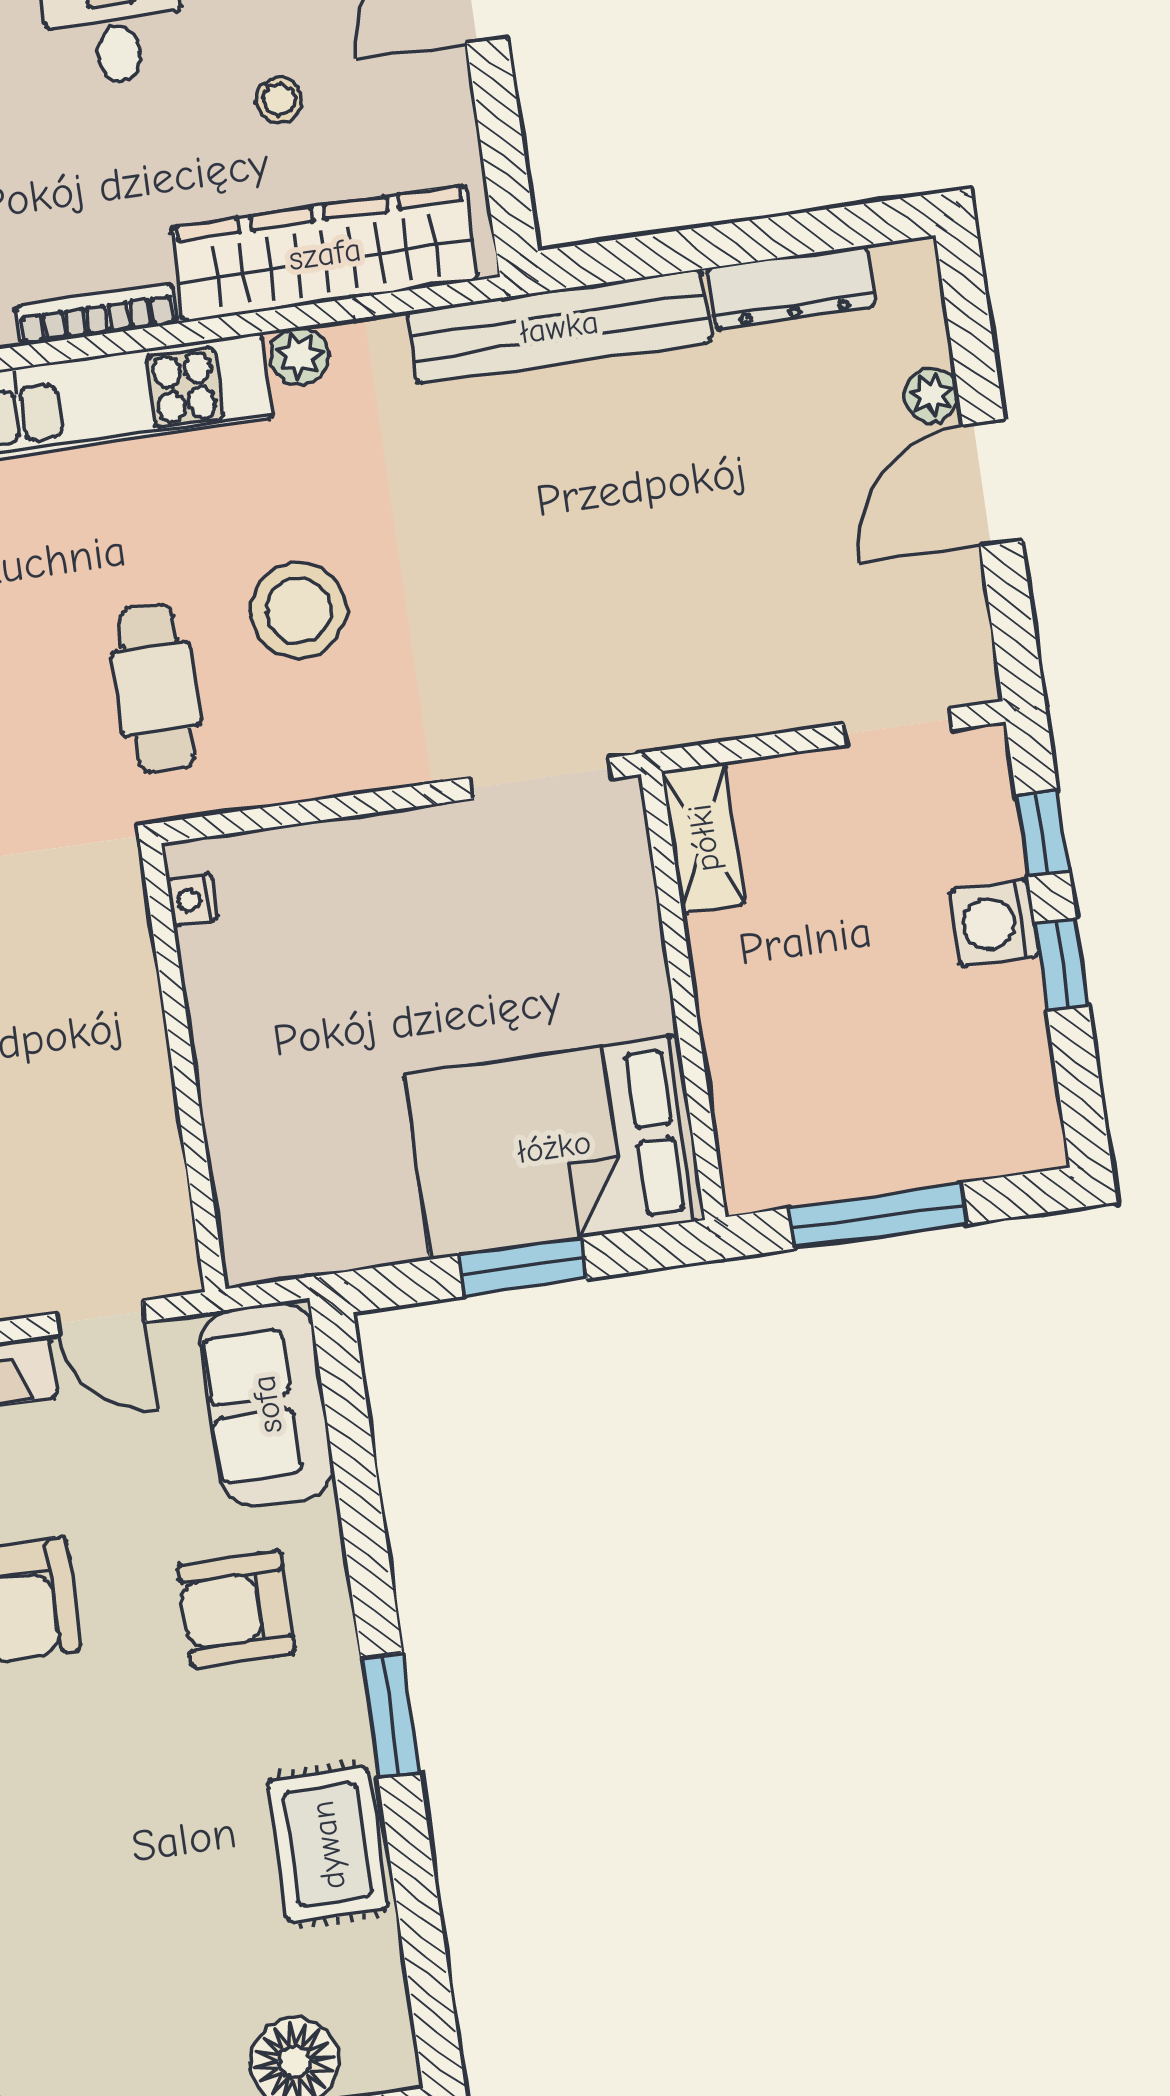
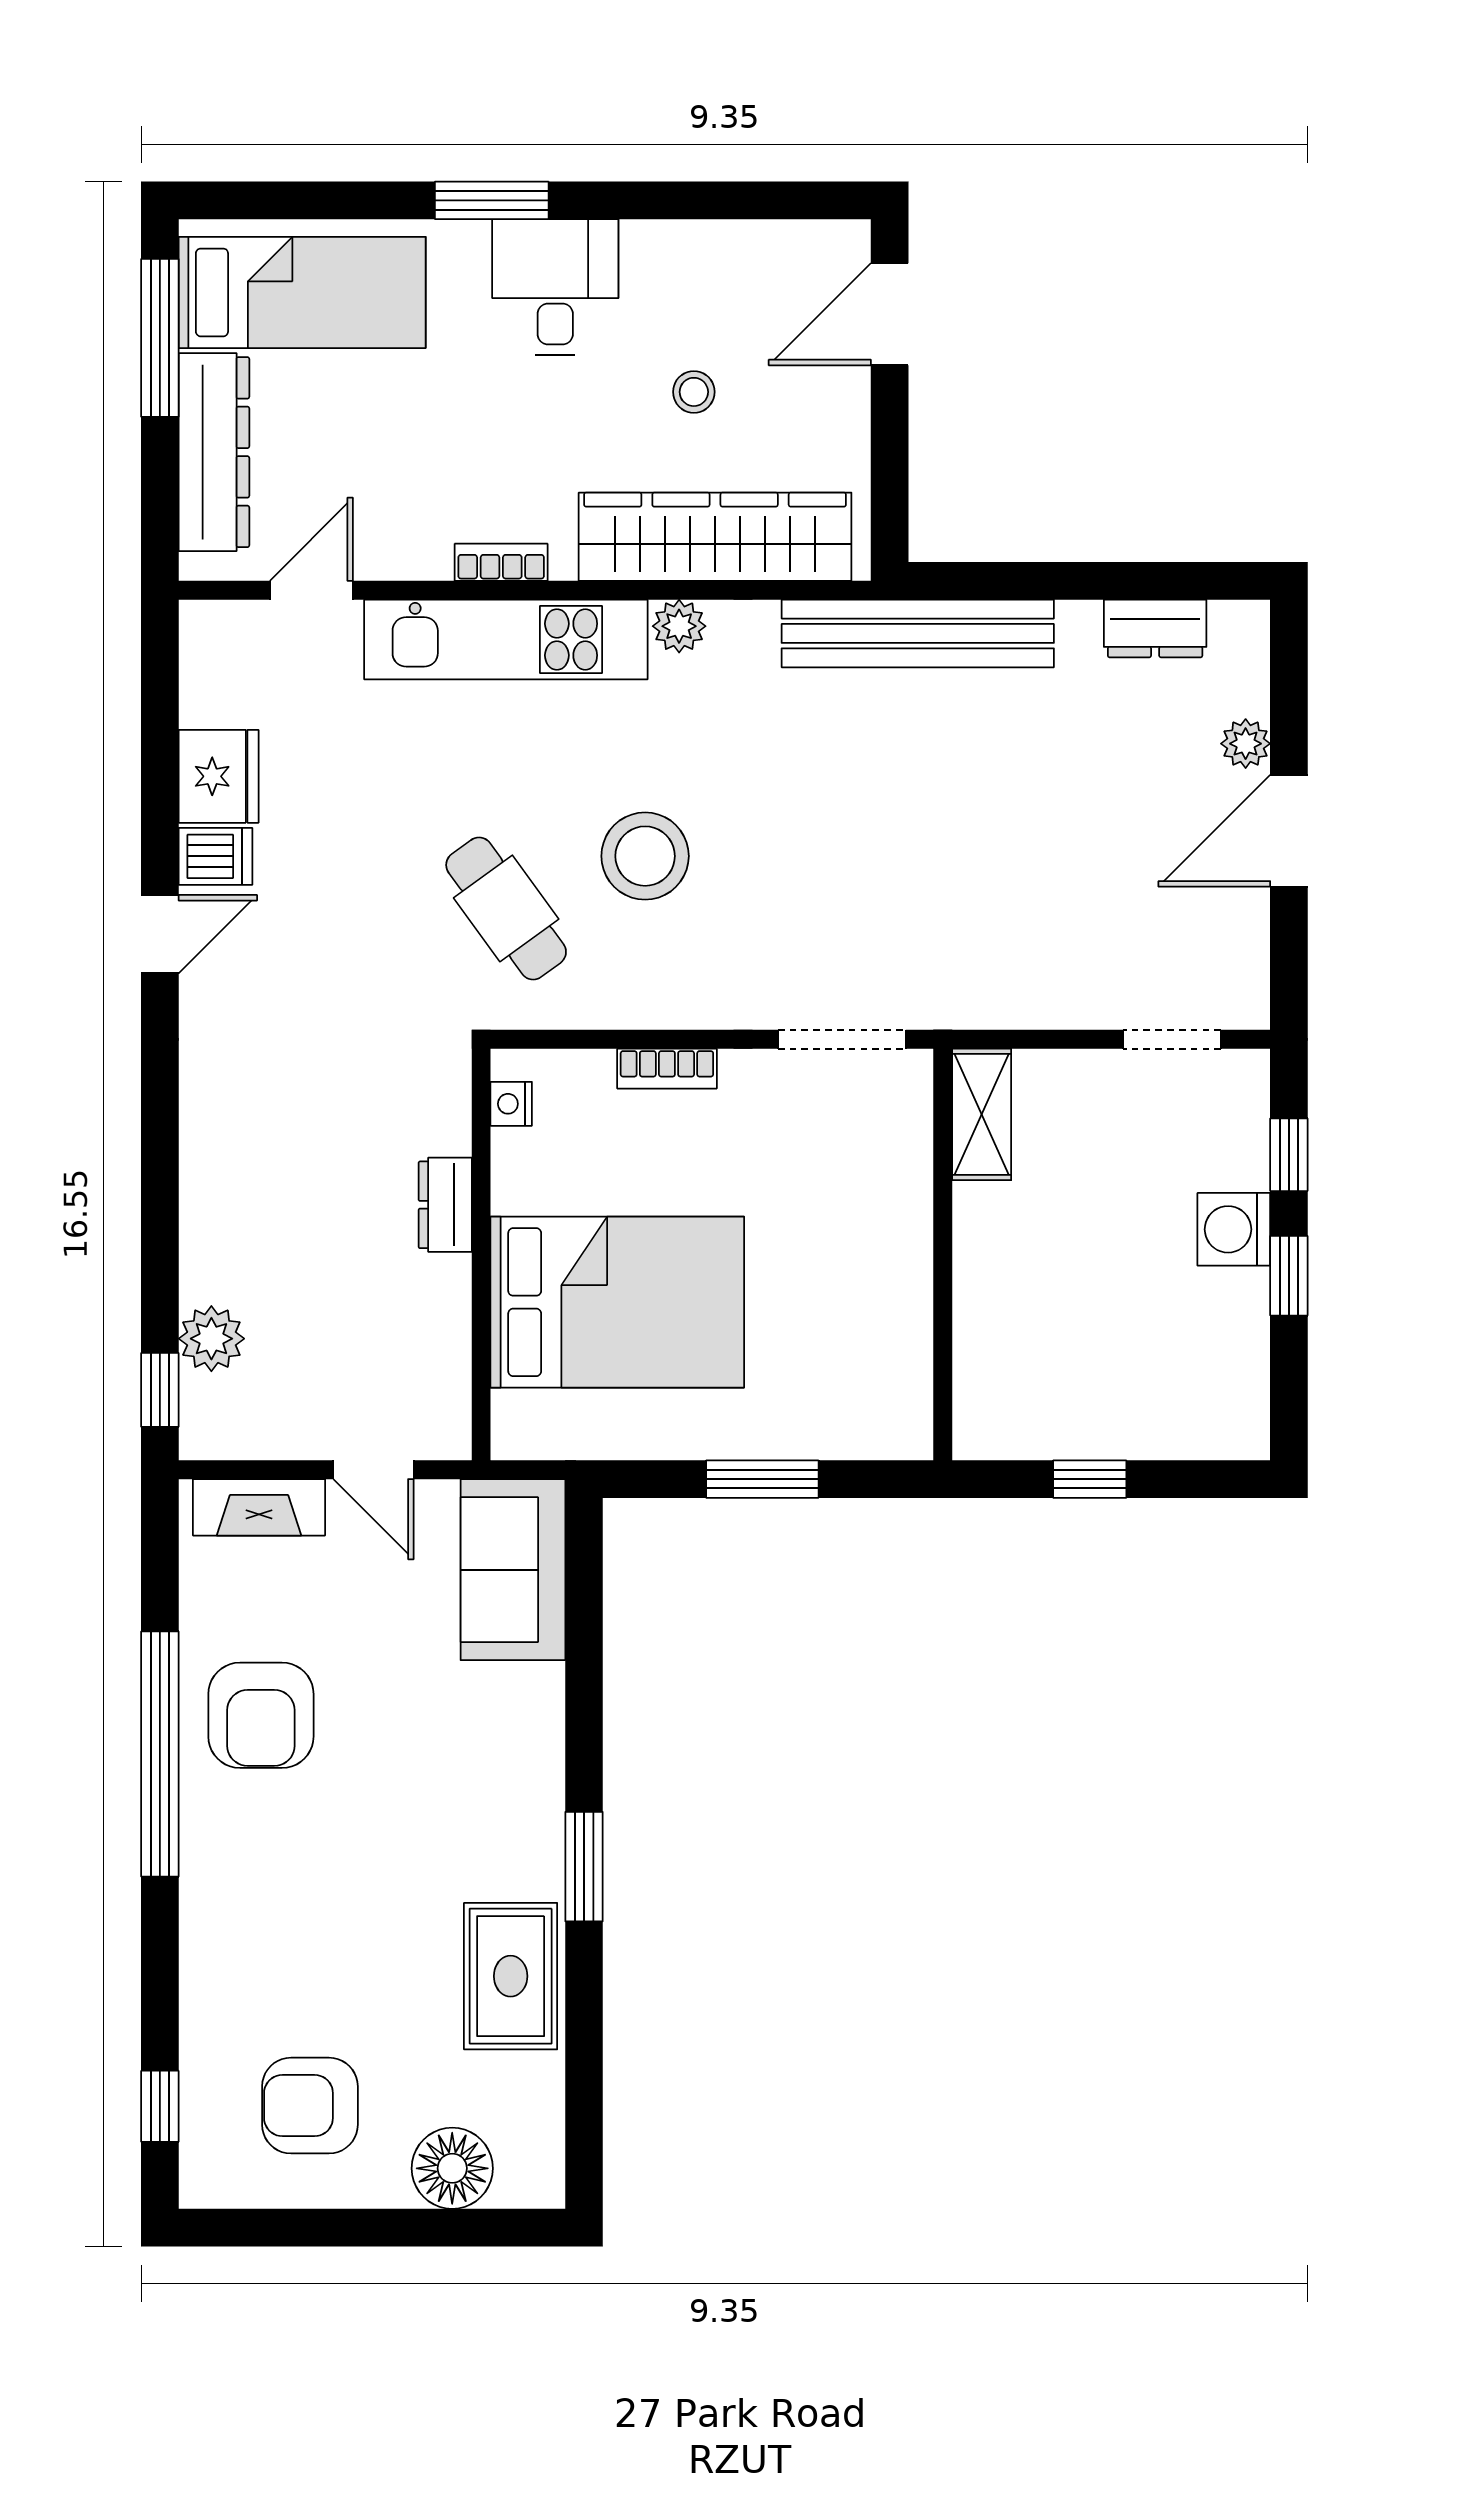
dresser: (791, 288) -> (1155, 628), width x0.70
bookcase: (97, 315) -> (501, 562), width x0.64
cafe table: (156, 689) -> (506, 908), turned -36
bookcase: (355, 837) -> (667, 1069), added
dresser: (136, 1019) -> (445, 1205), added
bed: (554, 1147) -> (617, 1302), moved, turned 180
window: (878, 1216) -> (1090, 1479), width x0.46
armchair: (236, 1609) -> (310, 2106), moved

